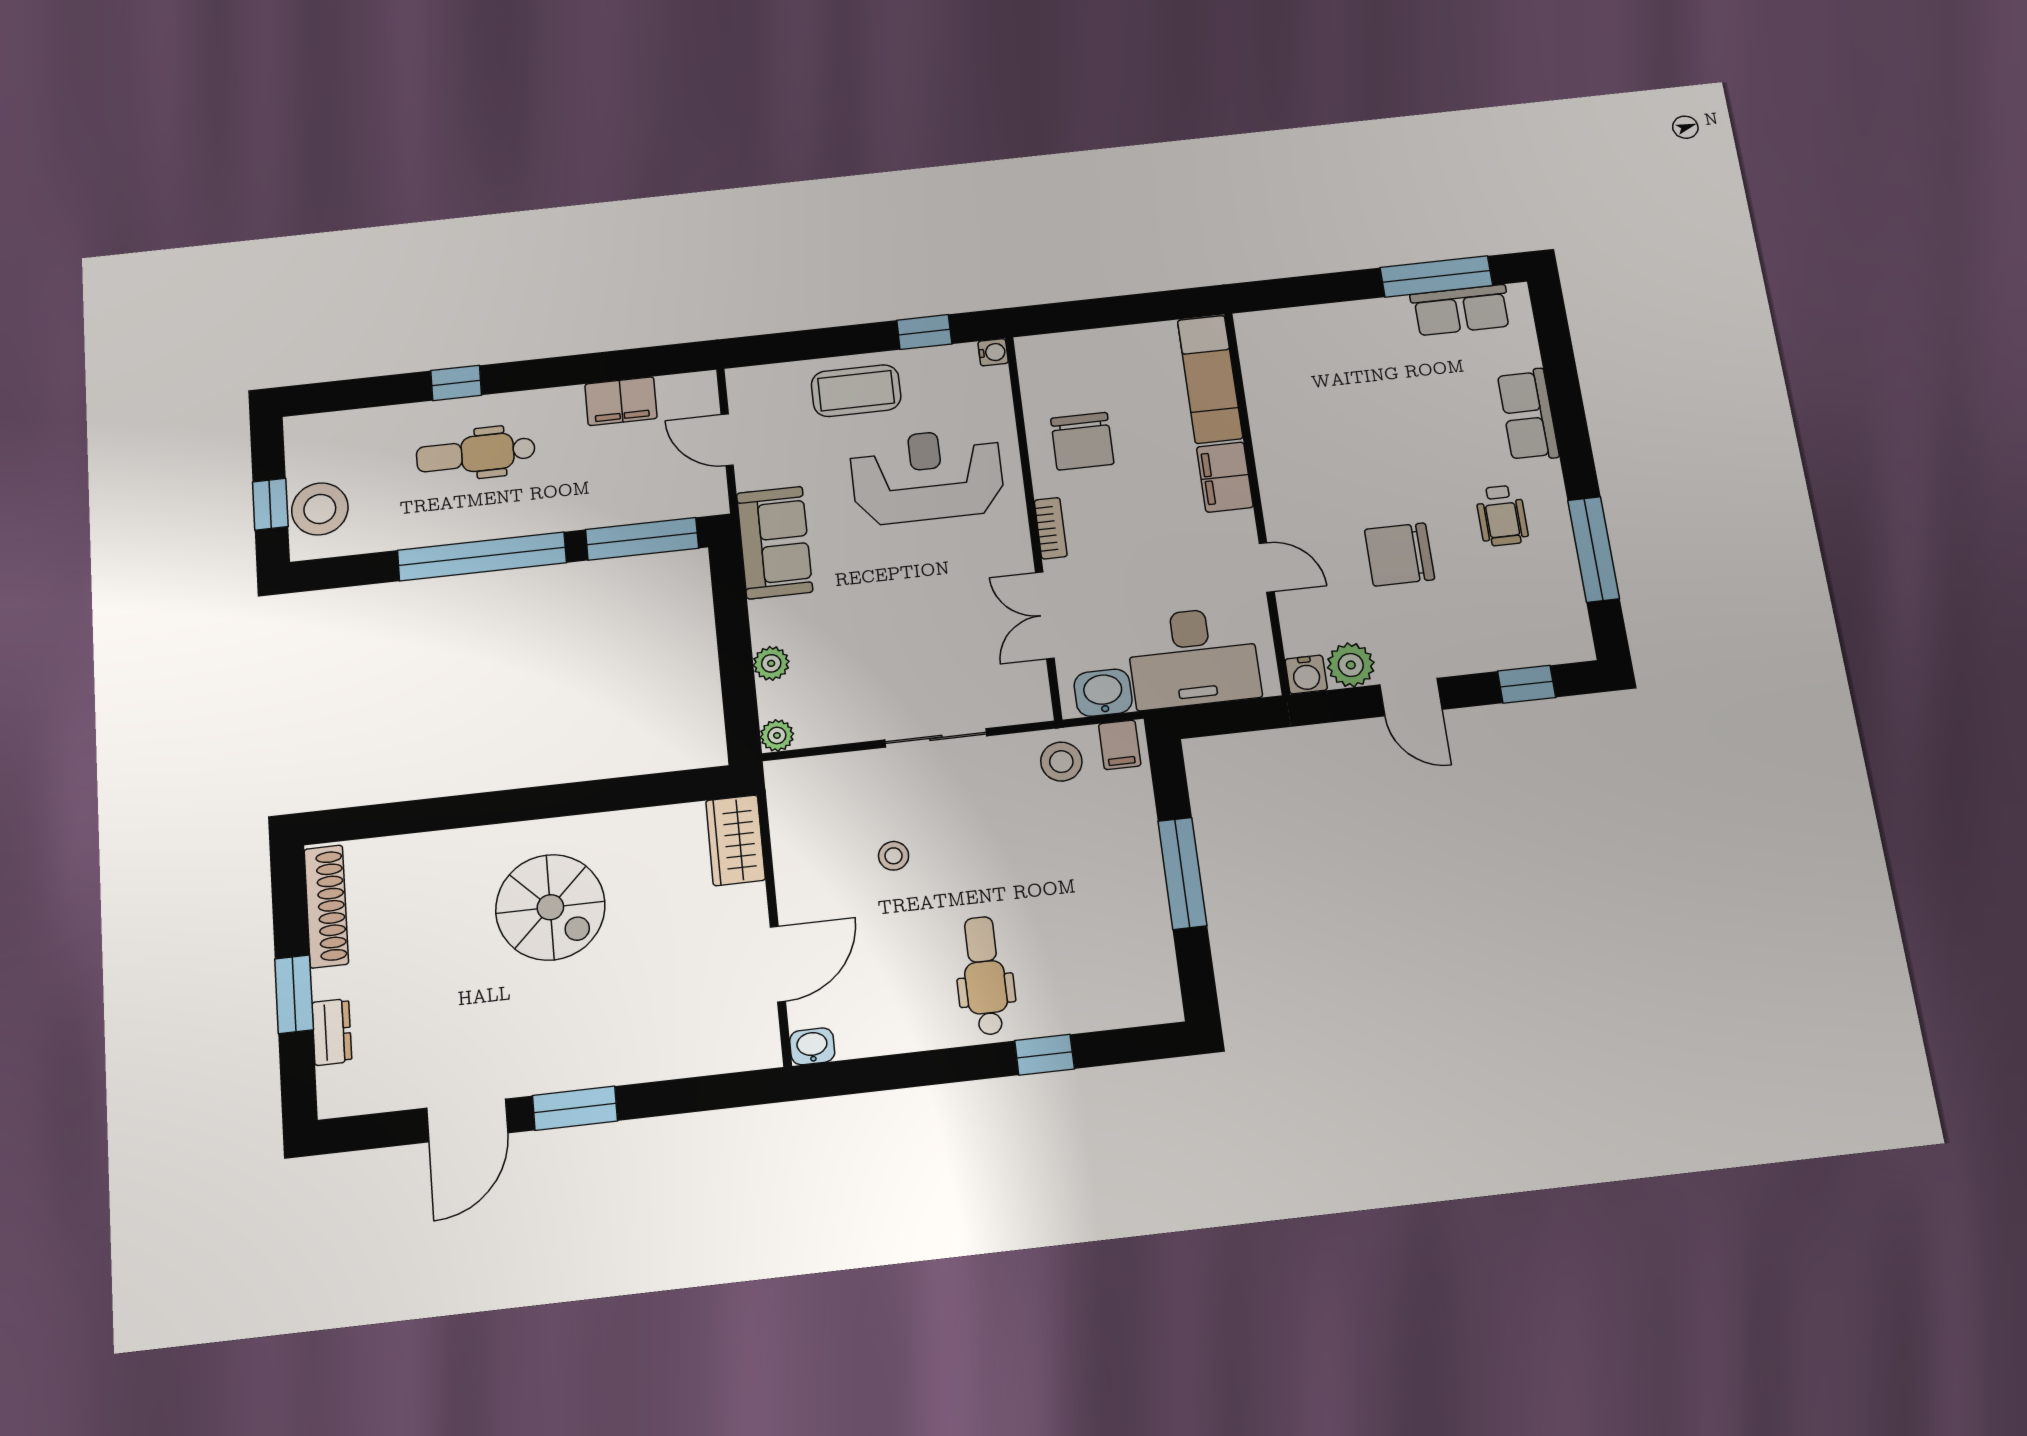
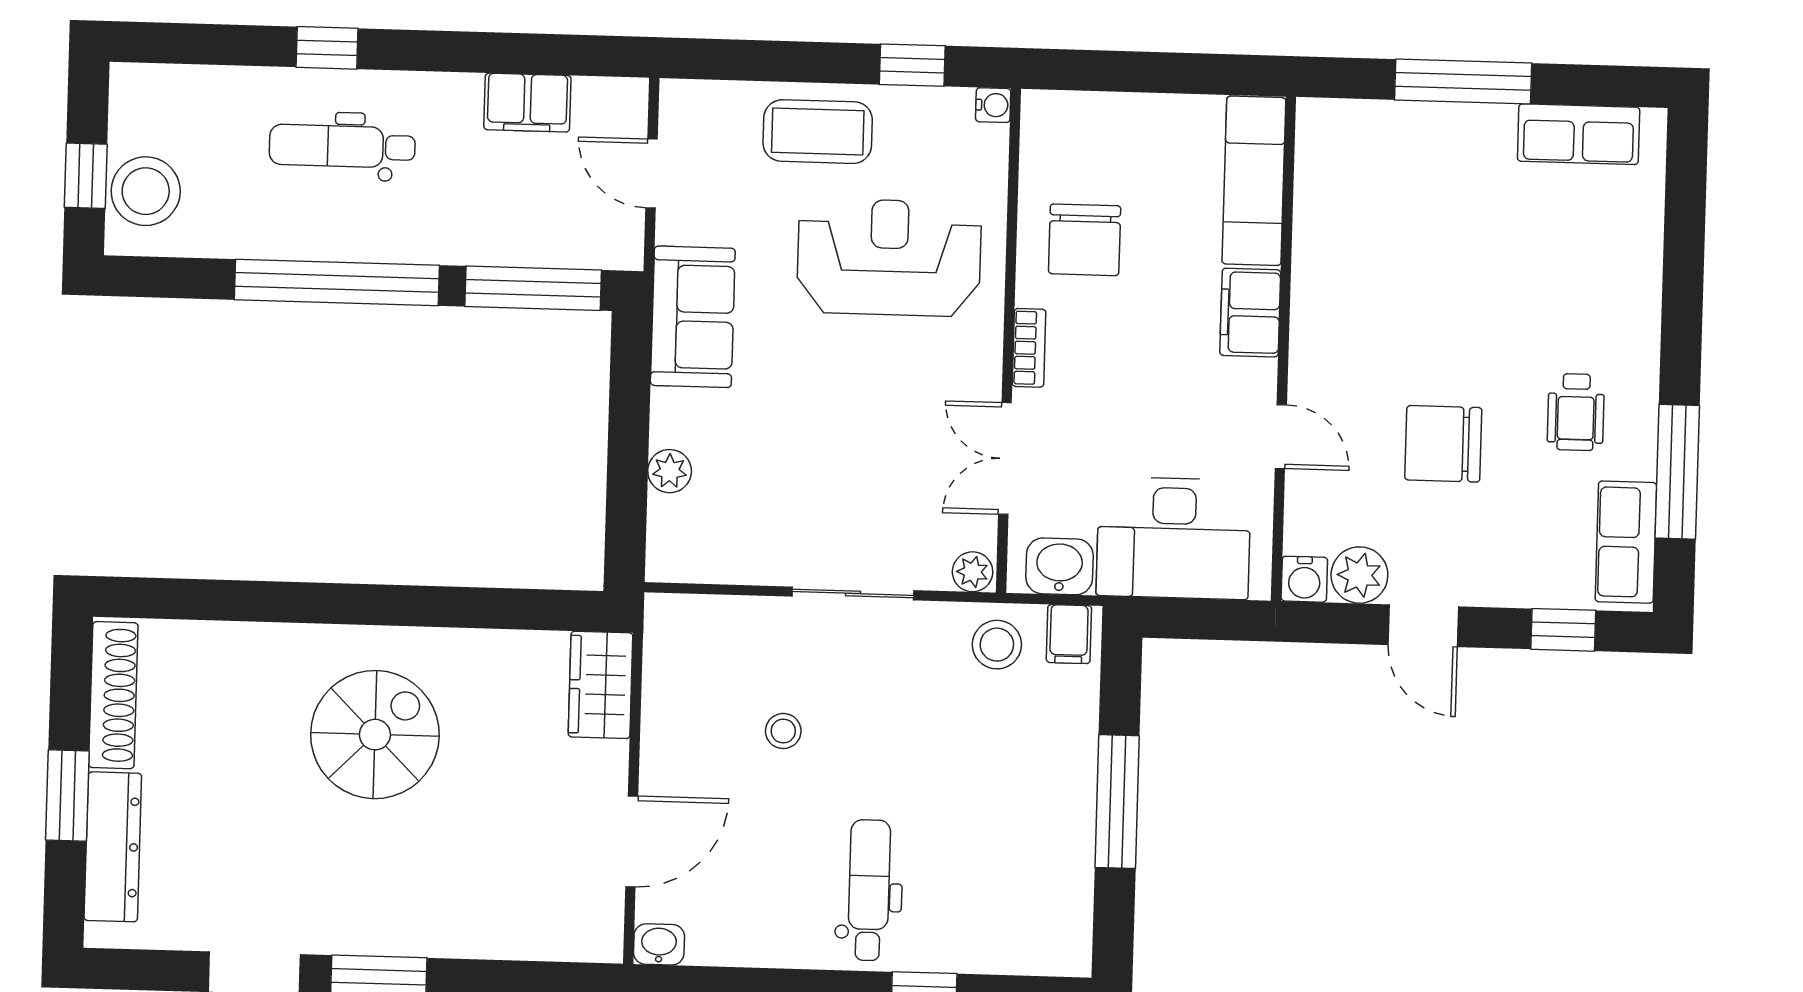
window: (1436, 276) -> (1463, 81), moved
row of seats: (1528, 415) -> (1626, 542), moved
plant: (777, 735) -> (973, 572), moved
spiral stairs: (550, 907) -> (375, 735), turned -90
dresser: (332, 1032) -> (113, 847), width x1.96, depth x1.24

